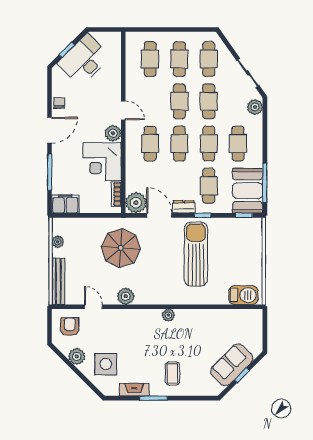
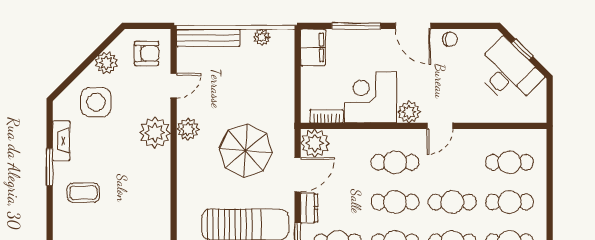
parasol: (121, 248) -> (246, 151), moved
plant: (168, 315) -> (155, 133), moved, width x1.88, depth x1.88

